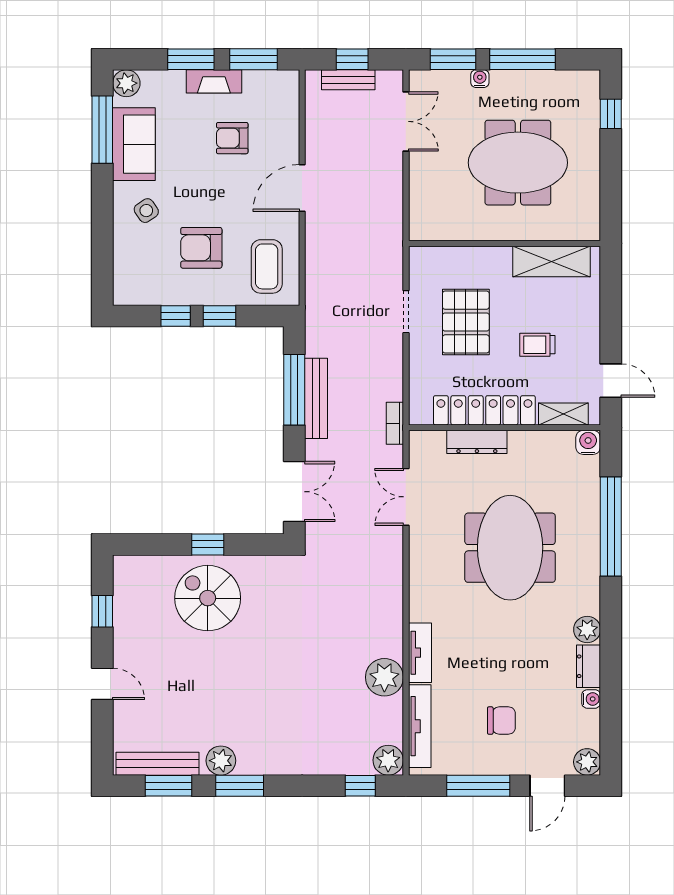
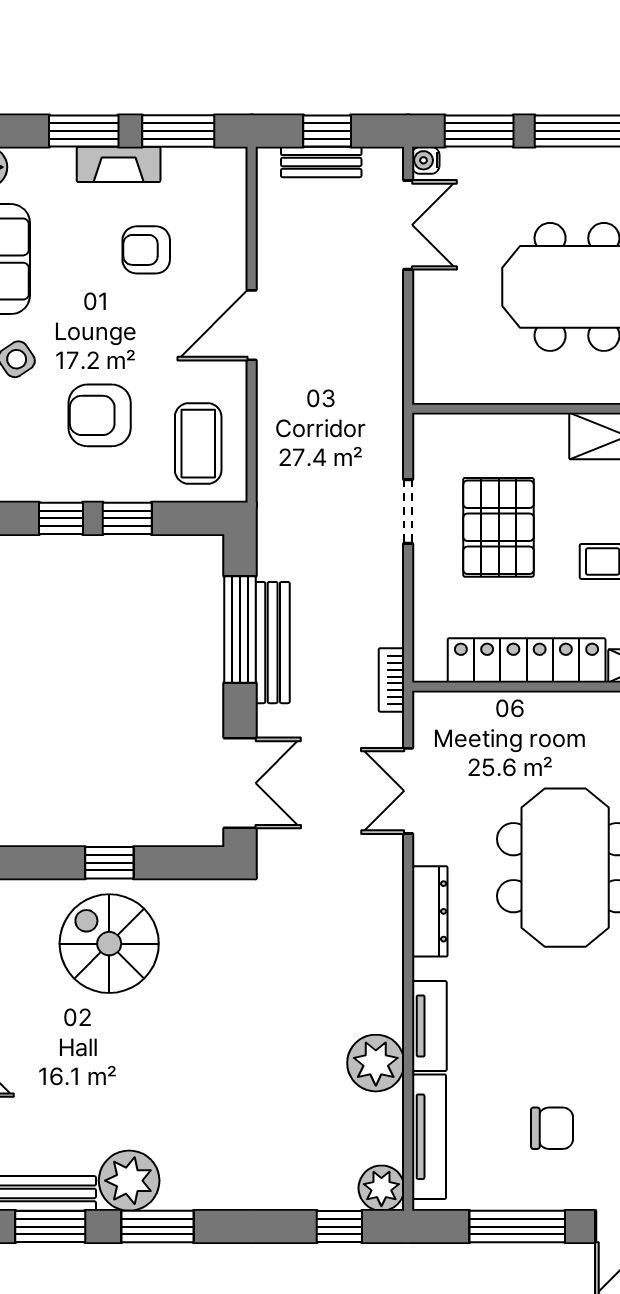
water cooler: (480, 79) -> (426, 160), moved, turned -90
dresser: (477, 442) -> (430, 911), moved, turned -90
plant: (221, 761) -> (129, 1181), width x1.36, depth x1.36

